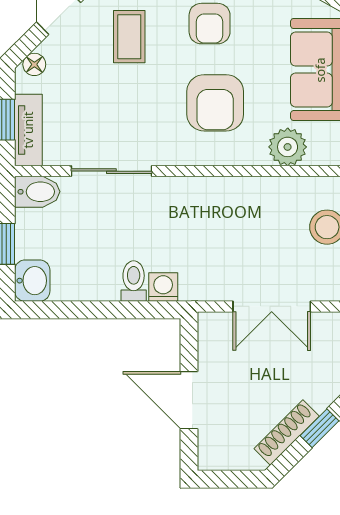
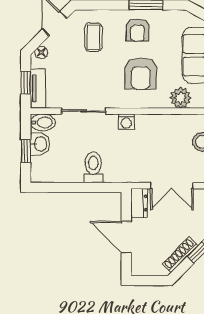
washbasin: (32, 281) -> (40, 144), moved
toilet: (134, 281) -> (93, 167), width x1.37, depth x1.39
washing machine: (163, 287) -> (126, 122), moved, turned 180
dresser: (212, 338) -> (139, 203), added

